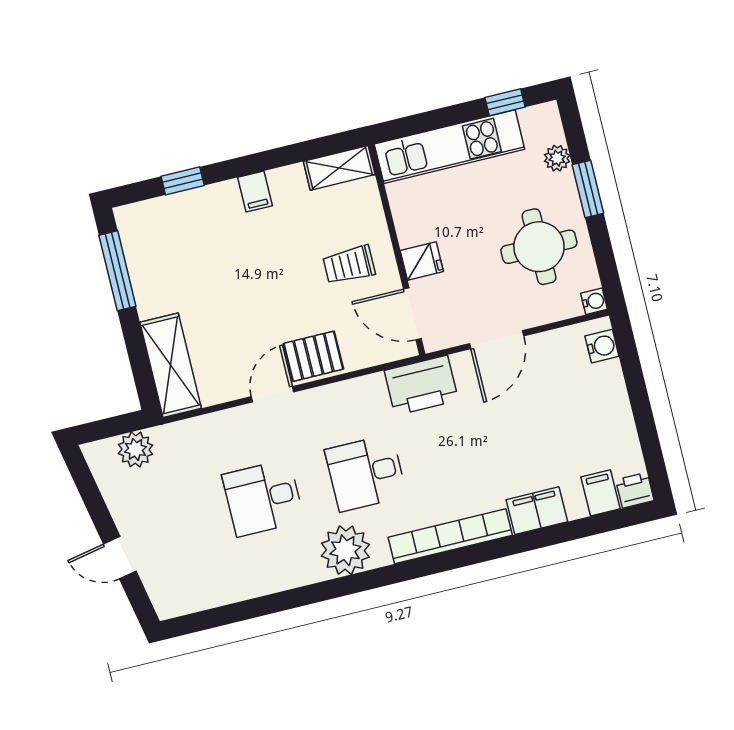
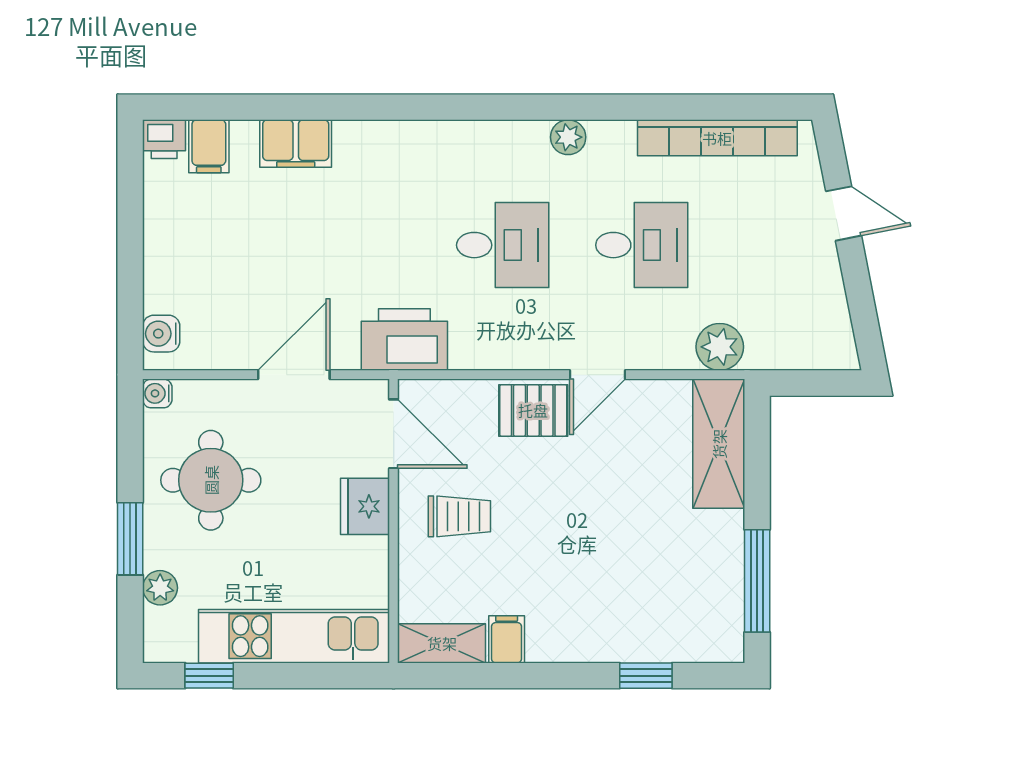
filing cabinet: (255, 191) -> (507, 639), moved
fridge: (422, 261) -> (365, 506), width x1.38
plant: (136, 449) -> (720, 347), moved
bookcase: (450, 536) -> (717, 138), moved
plant: (345, 550) -> (568, 137), width x0.53, depth x0.53

